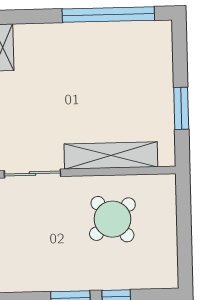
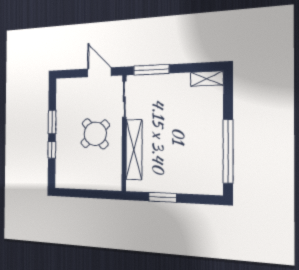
round table: (112, 219) -> (95, 134), moved

